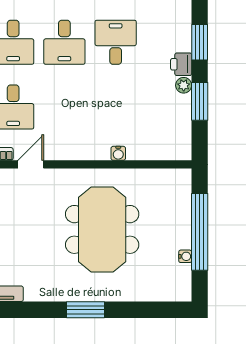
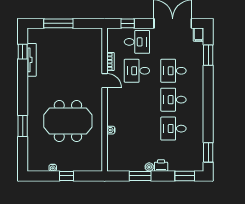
desk: (116, 42) -> (173, 129), turned 180
window: (200, 42) -> (185, 176), moved
window: (200, 232) -> (67, 176), width x0.32
window: (85, 310) -> (23, 126), moved

